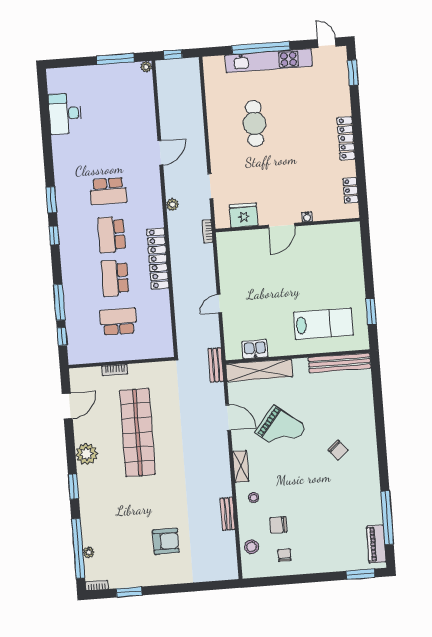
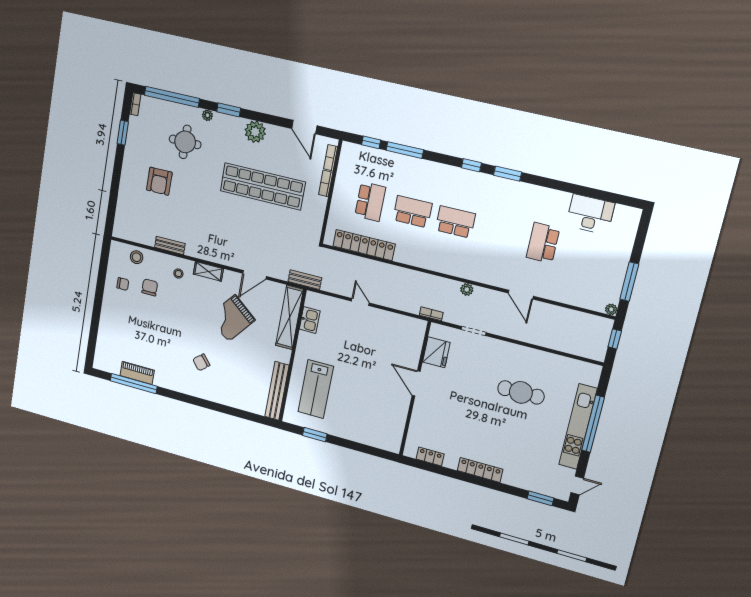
school desk: (108, 191) -> (543, 243), moved
water cooler: (307, 217) -> (417, 409), removed
locker: (158, 259) -> (364, 245), moved
bookcase: (88, 372) -> (331, 158), added
round table: (118, 524) -> (185, 142), added
piano: (376, 544) -> (137, 373), moved
plant: (89, 552) -> (207, 115), moved
window: (360, 574) -> (92, 344), removed

